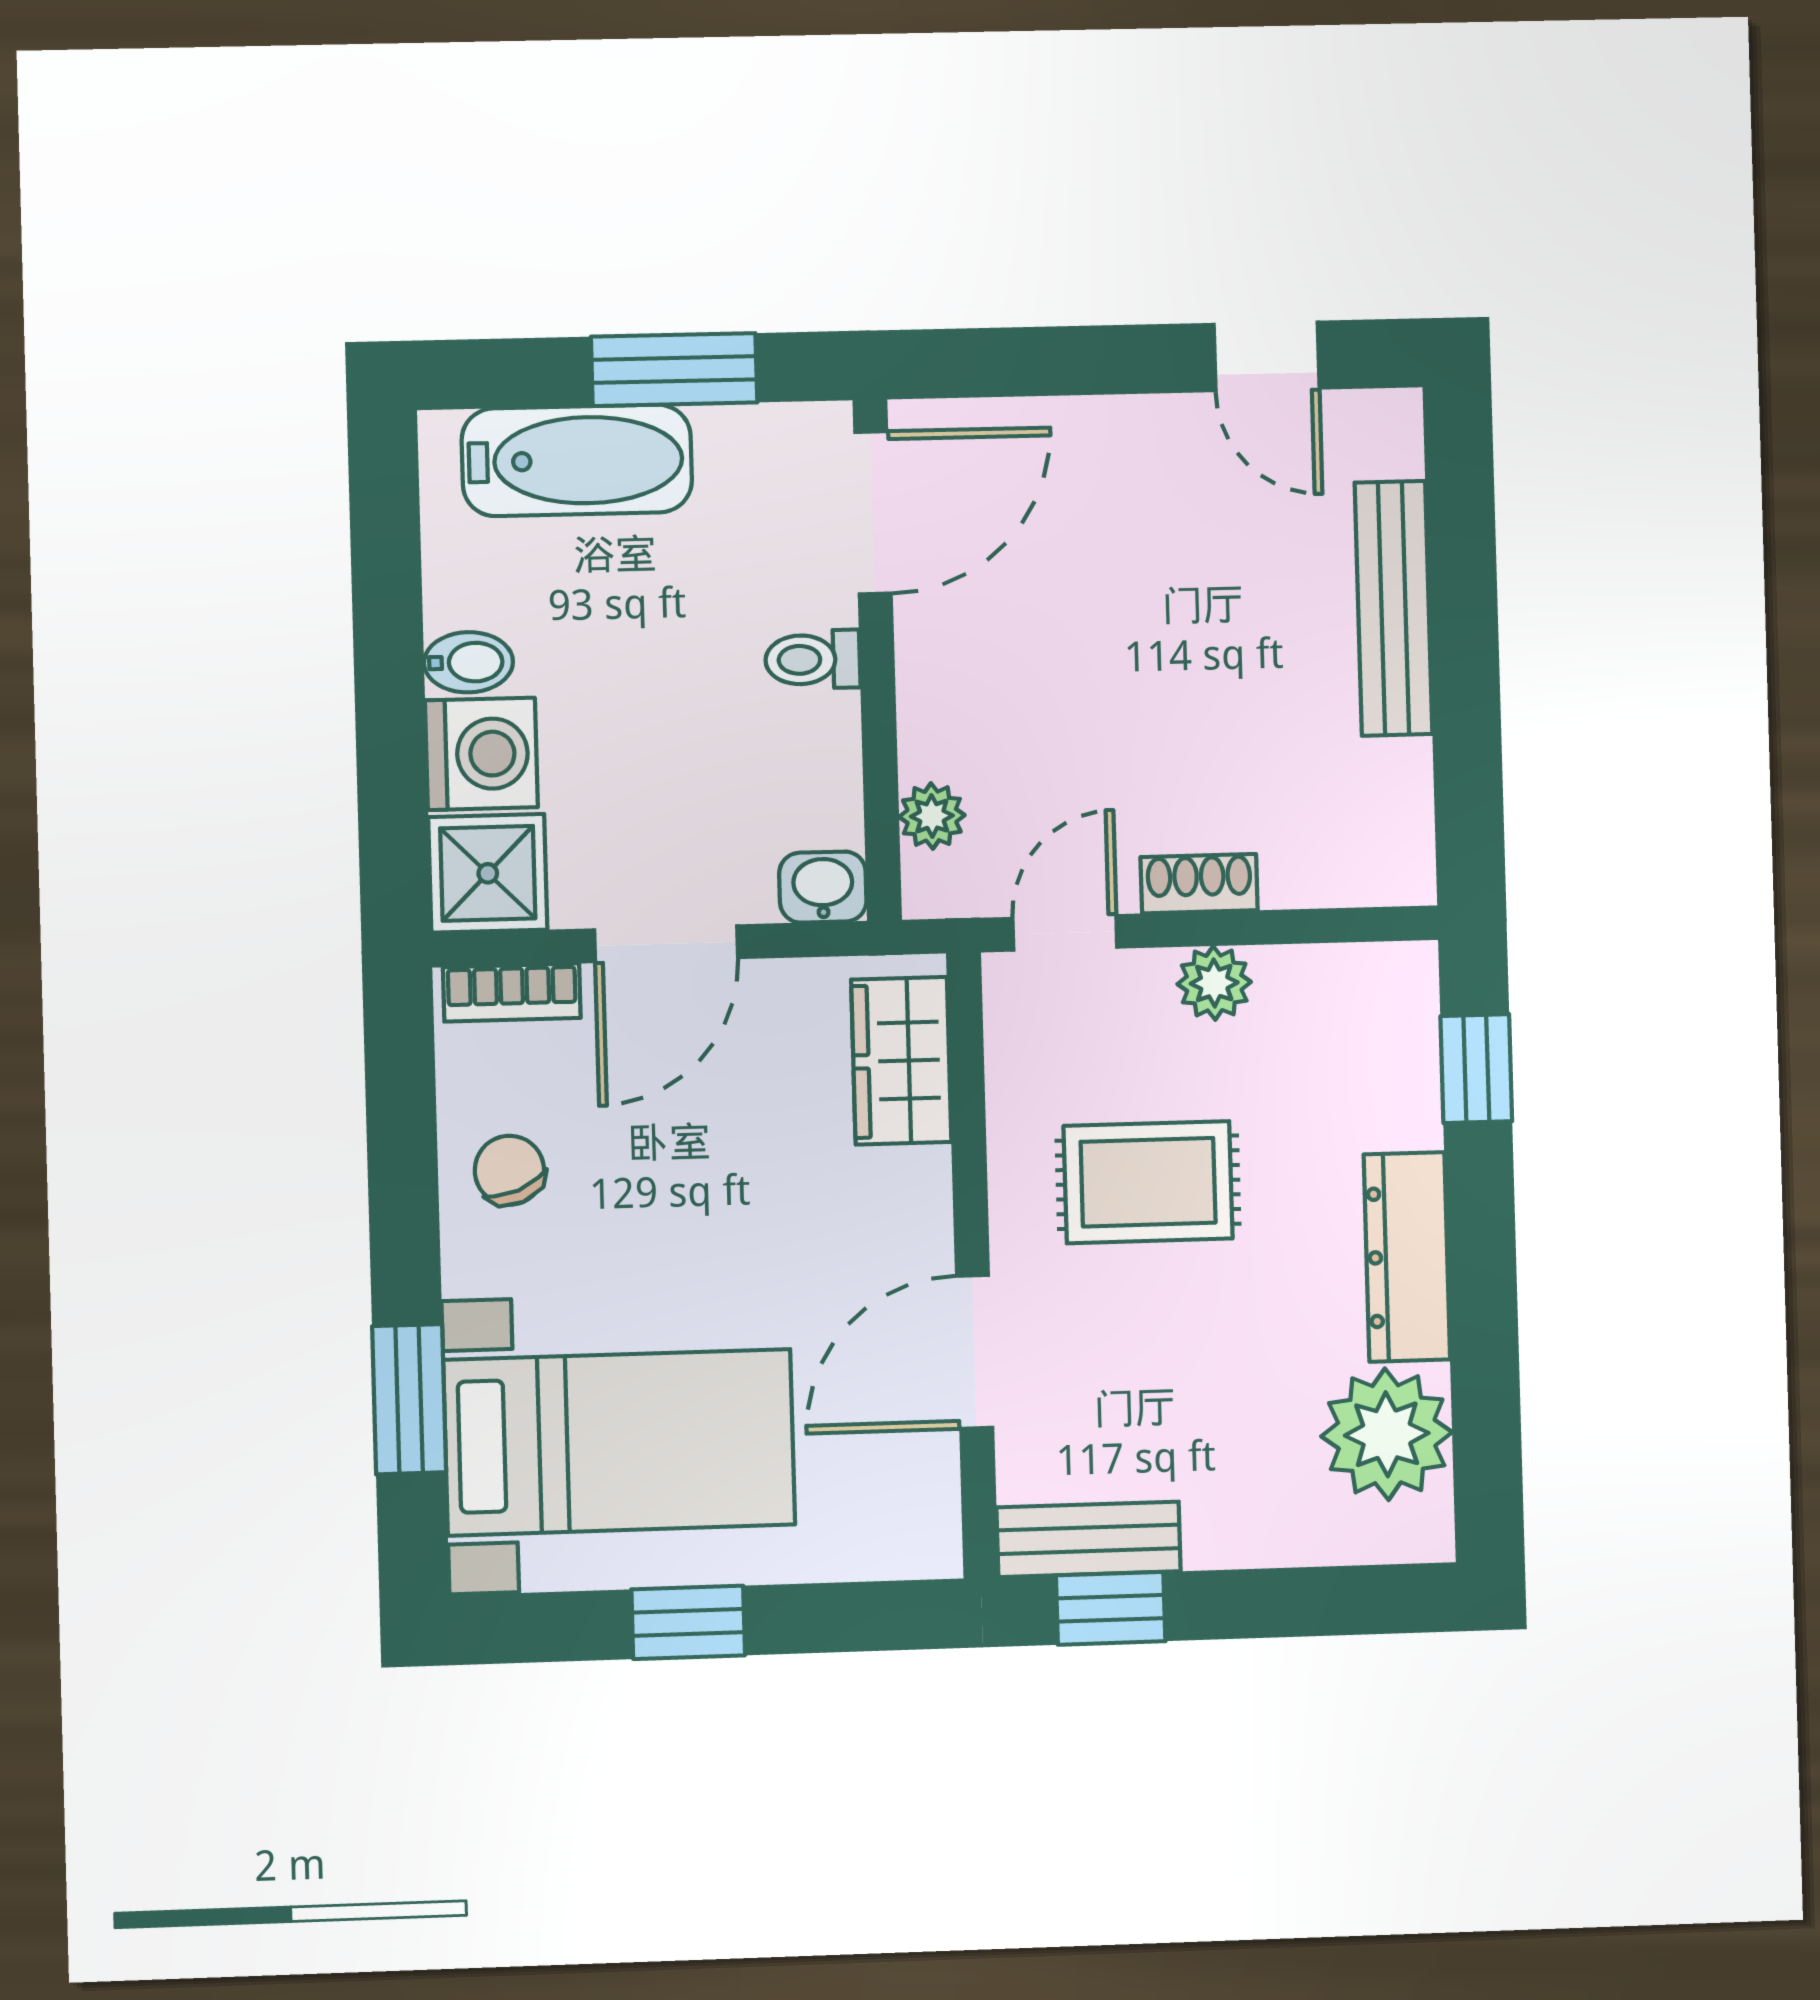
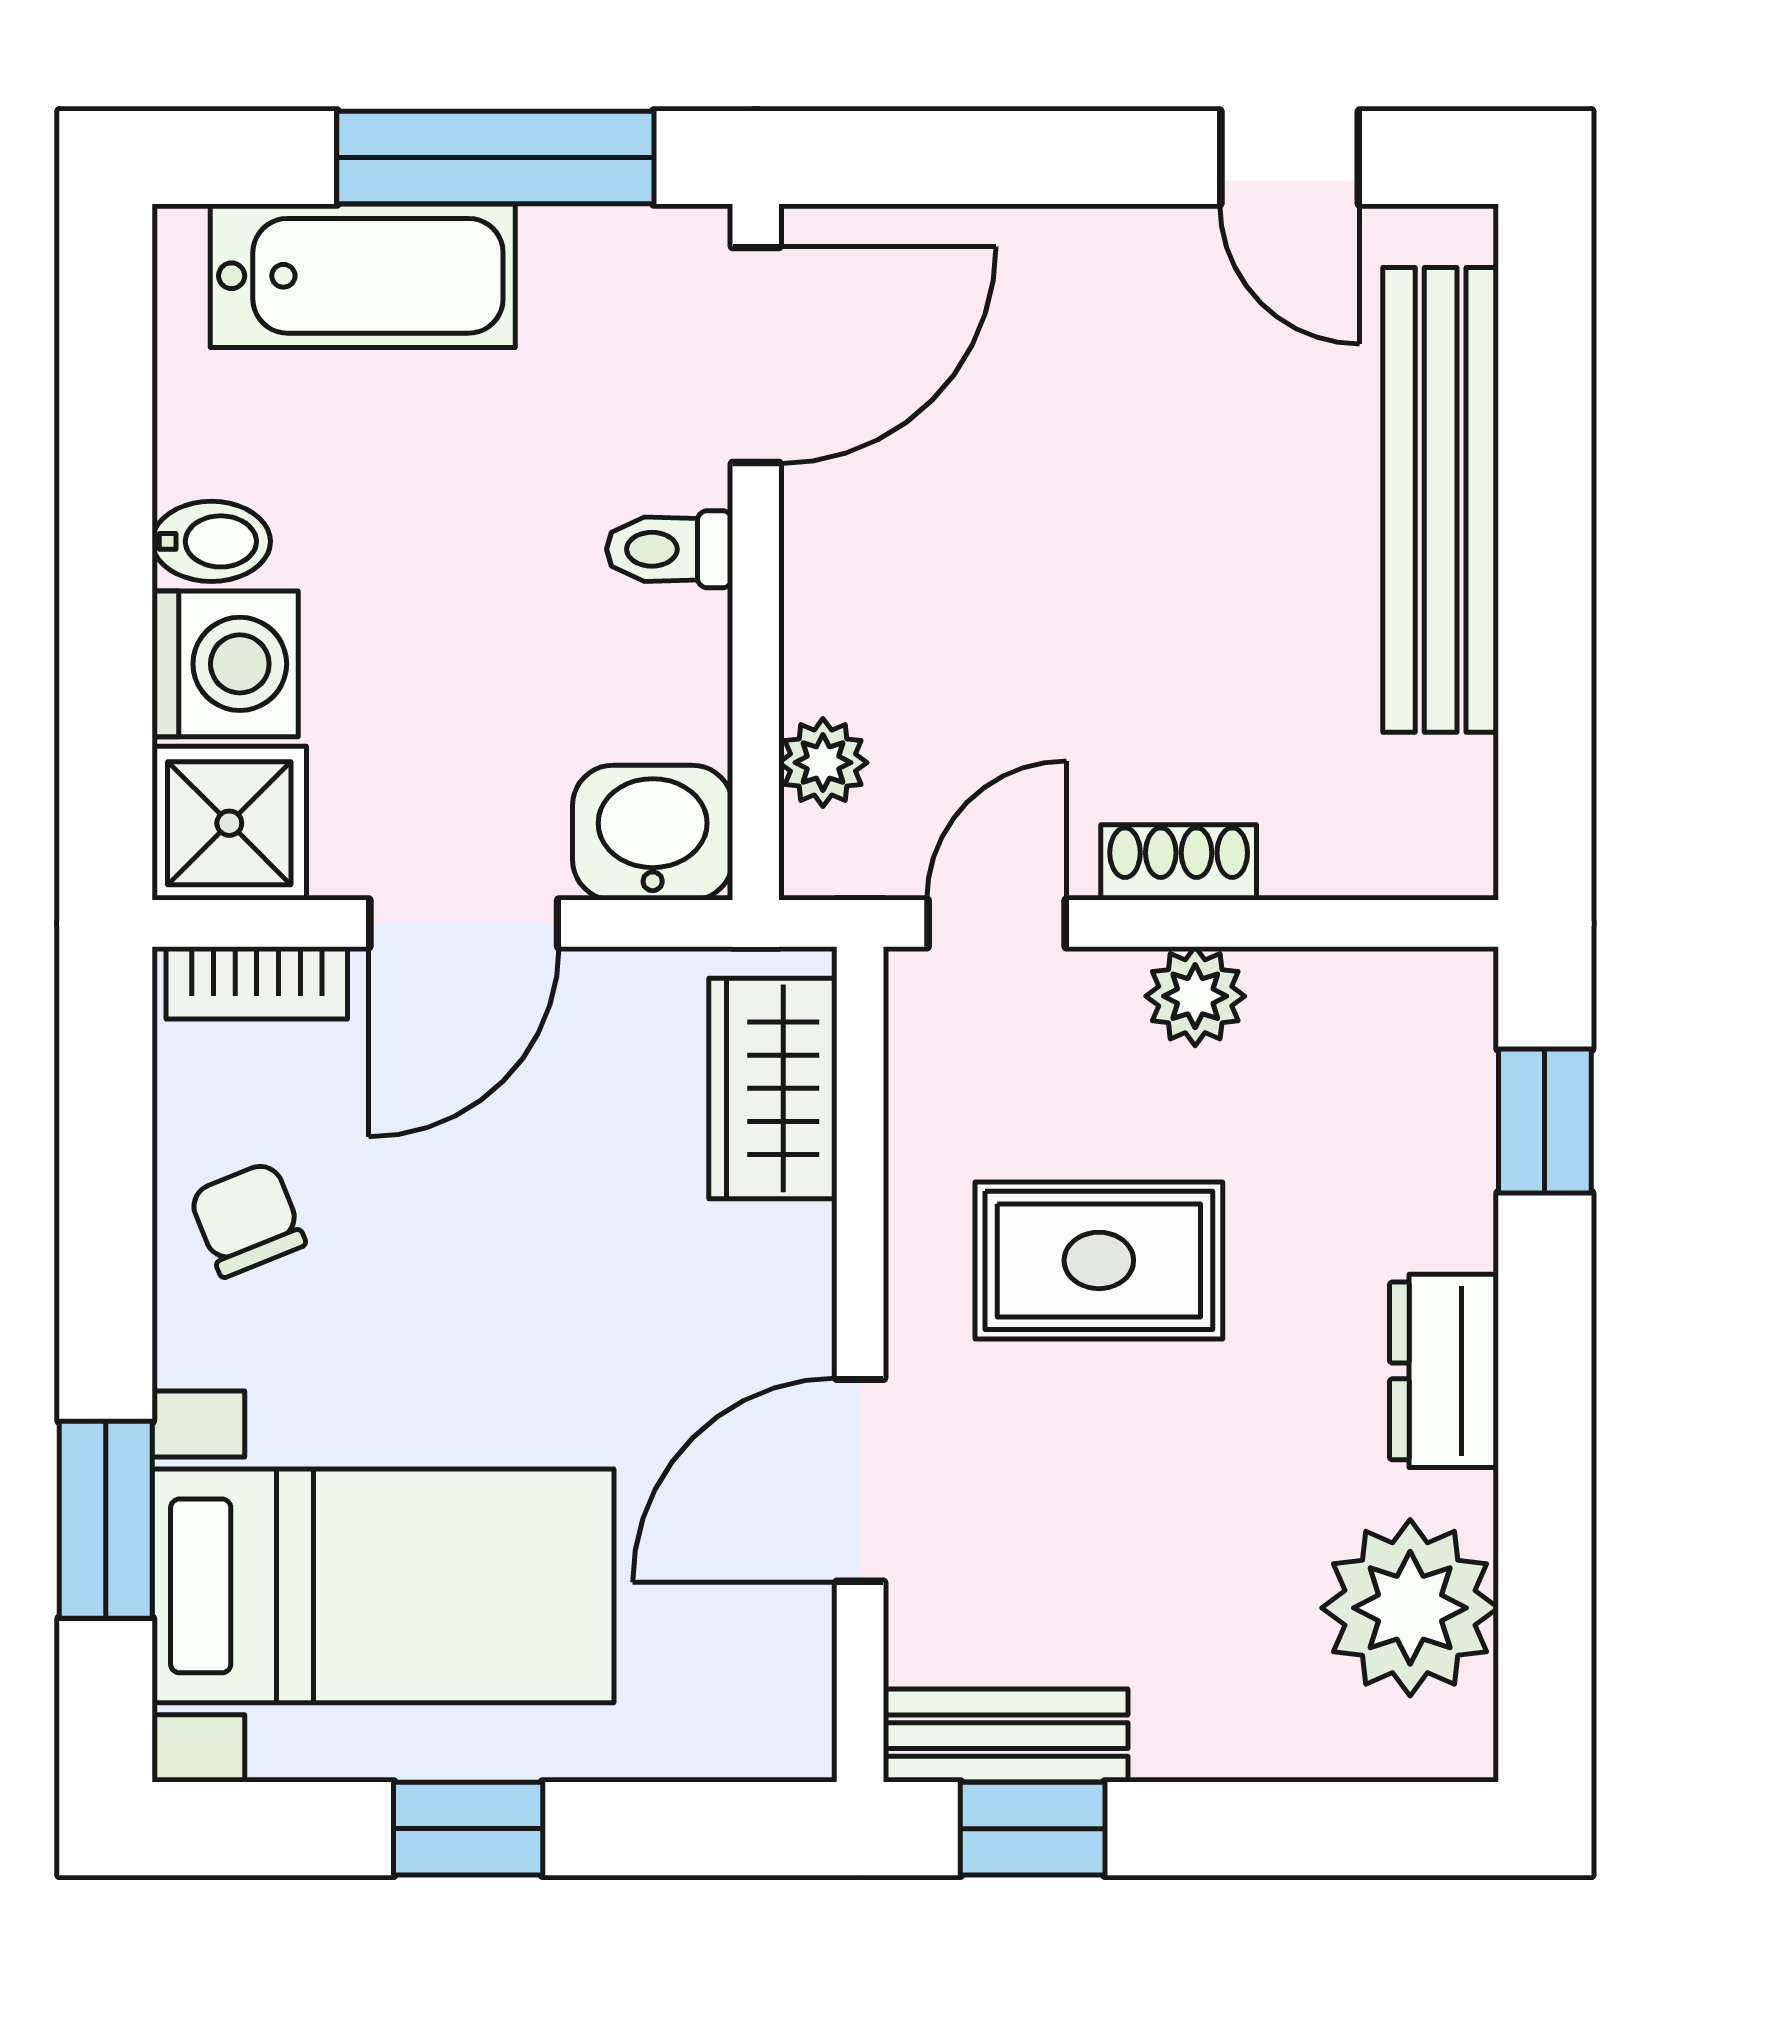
window: (674, 370) -> (495, 157), width x1.44
bench: (1394, 608) -> (1441, 500), width x1.37, depth x1.21
washbasin: (823, 887) -> (653, 833), width x1.38, depth x1.45
dresser: (1407, 1257) -> (1444, 1371), width x0.70

